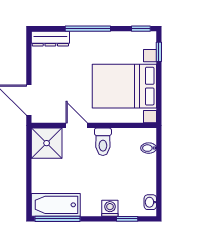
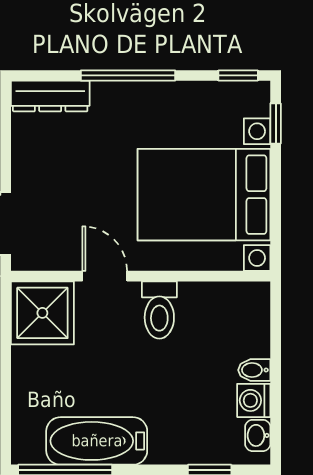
bidet: (149, 148) -> (254, 370), moved
bathtub: (56, 205) -> (97, 441), moved
washing machine: (110, 208) -> (254, 400), moved, turned -90

